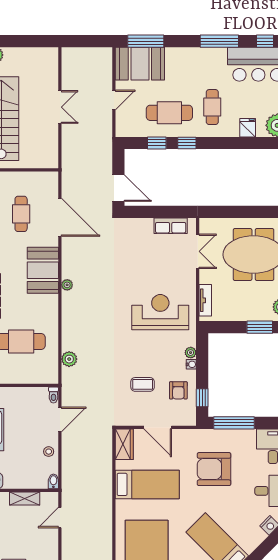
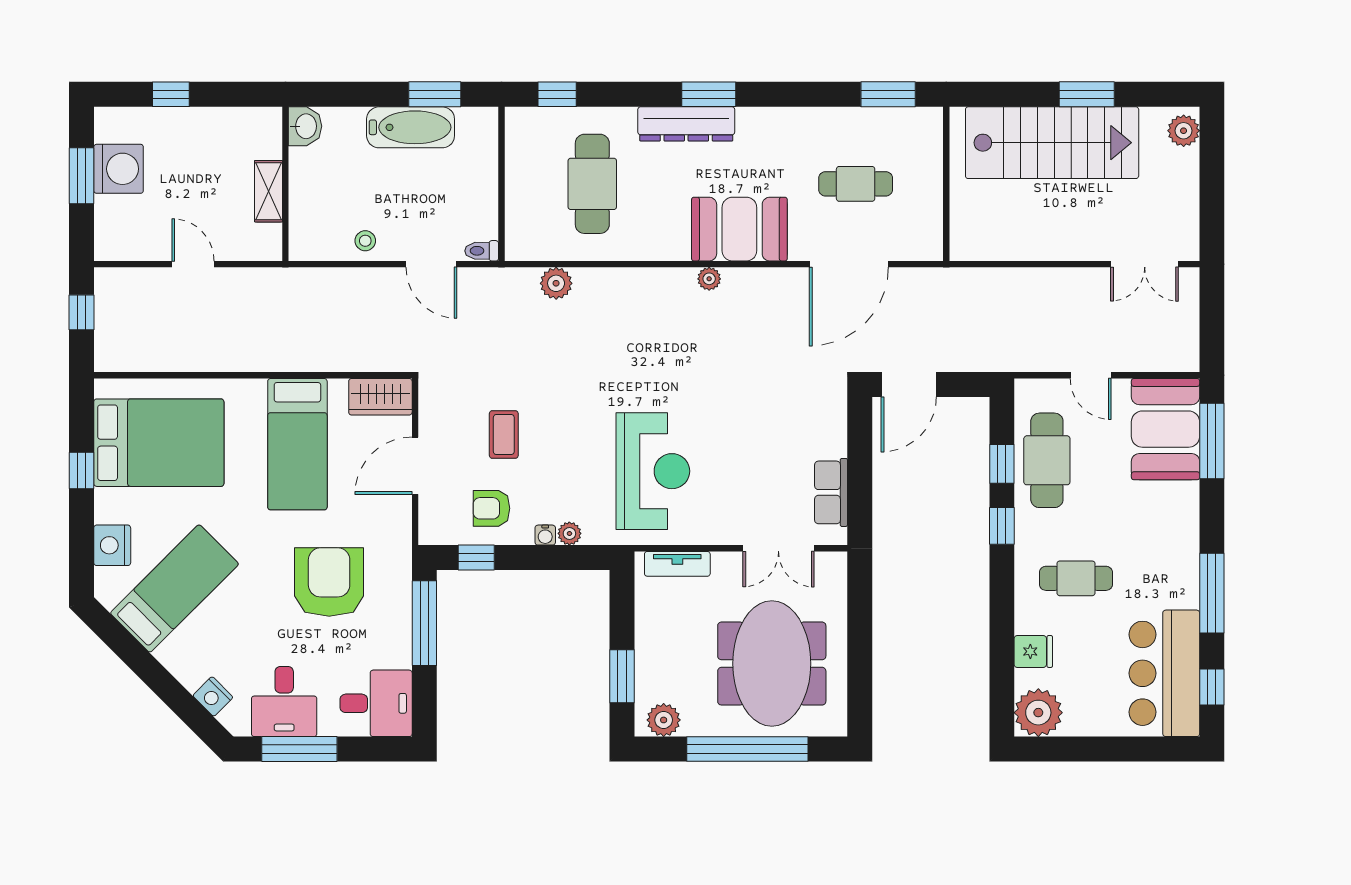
double door: (60, 107) -> (1145, 264), moved
cafe table: (169, 113) -> (1047, 460), moved
bidet: (53, 481) -> (304, 251), removed
door: (60, 518) -> (193, 264), moved

